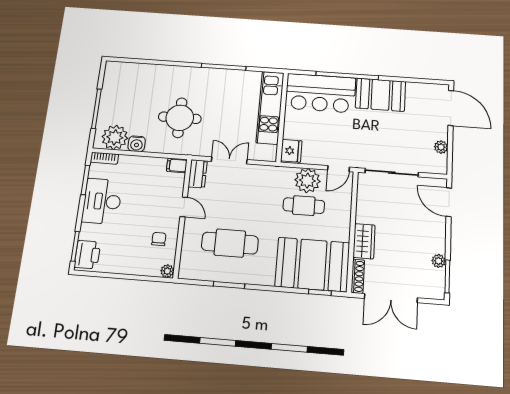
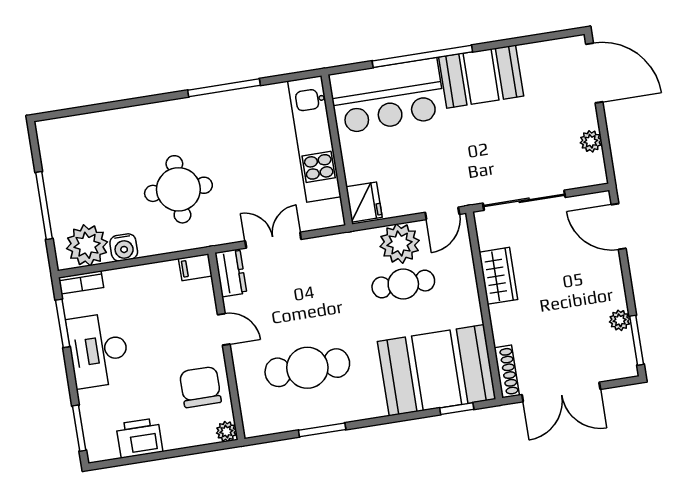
chair: (159, 239) -> (200, 387), width x1.87, depth x1.87
wardrobe: (364, 241) -> (498, 276), moved
printer: (87, 255) -> (139, 438), moved, turned -90

